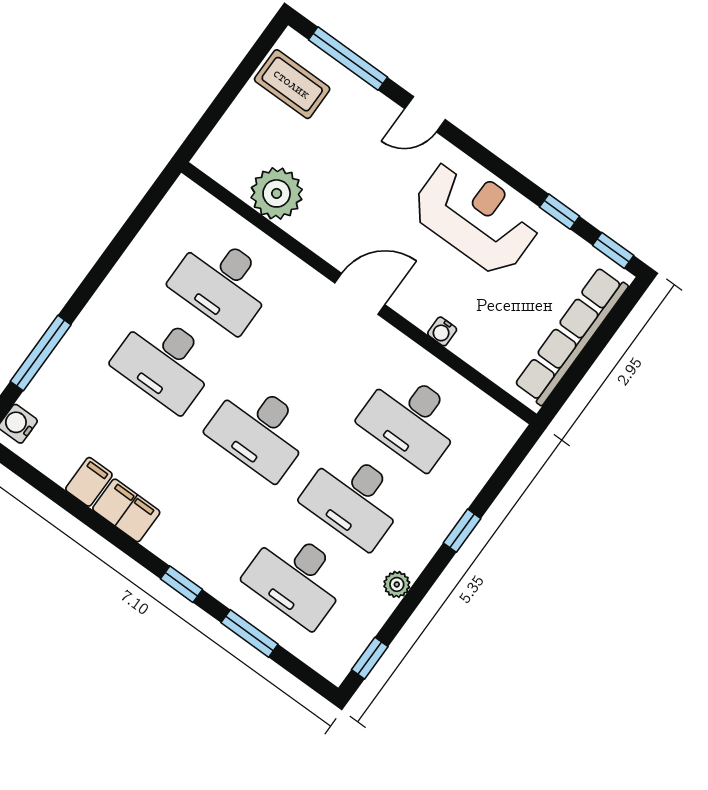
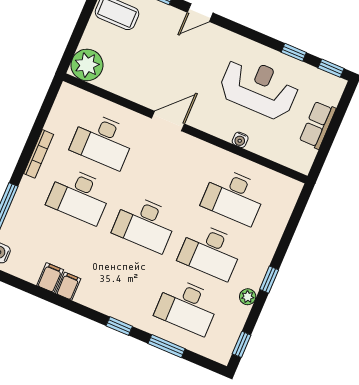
plant: (277, 193) -> (87, 65), moved
reception desk: (476, 216) -> (259, 88), moved
bookcase: (116, 280) -> (39, 154), added
door: (360, 294) -> (168, 121), moved
row of seats: (571, 336) -> (318, 125), width x0.50
filing cabinet: (126, 510) -> (68, 286), width x0.50
window: (462, 531) -> (269, 280), moved

